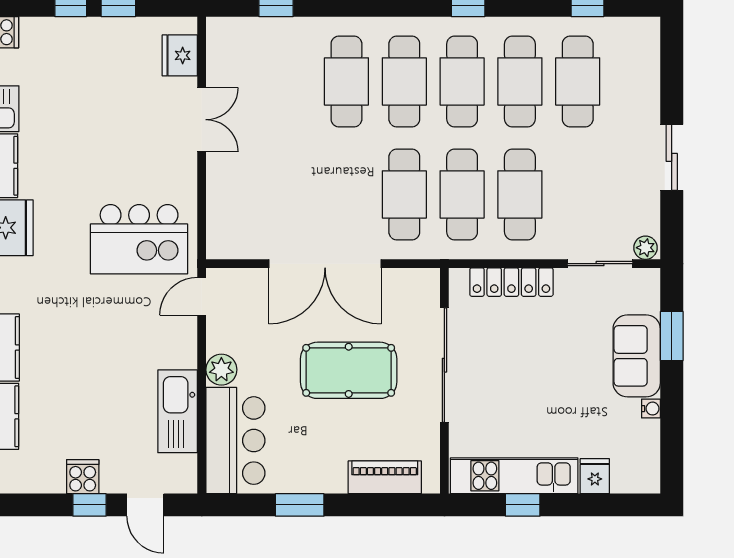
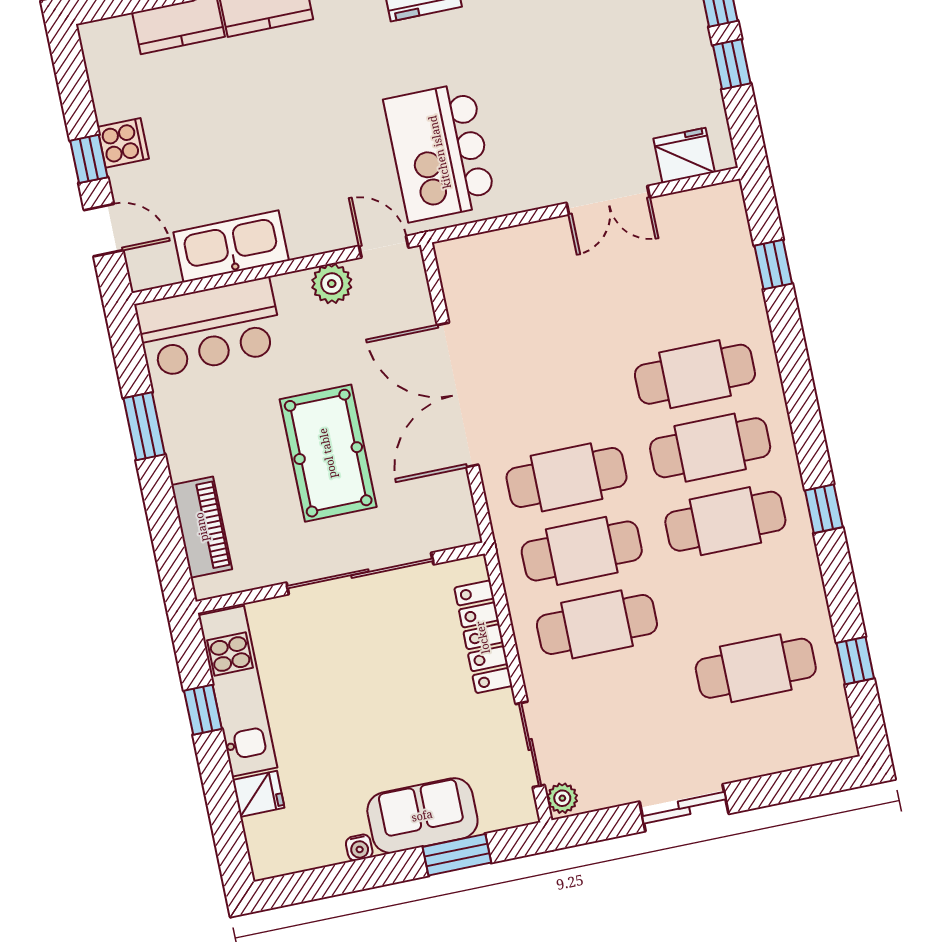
cafe table: (520, 81) -> (741, 595), removed
plant: (221, 370) -> (332, 284), moved
door: (145, 505) -> (104, 230), swing flipped

